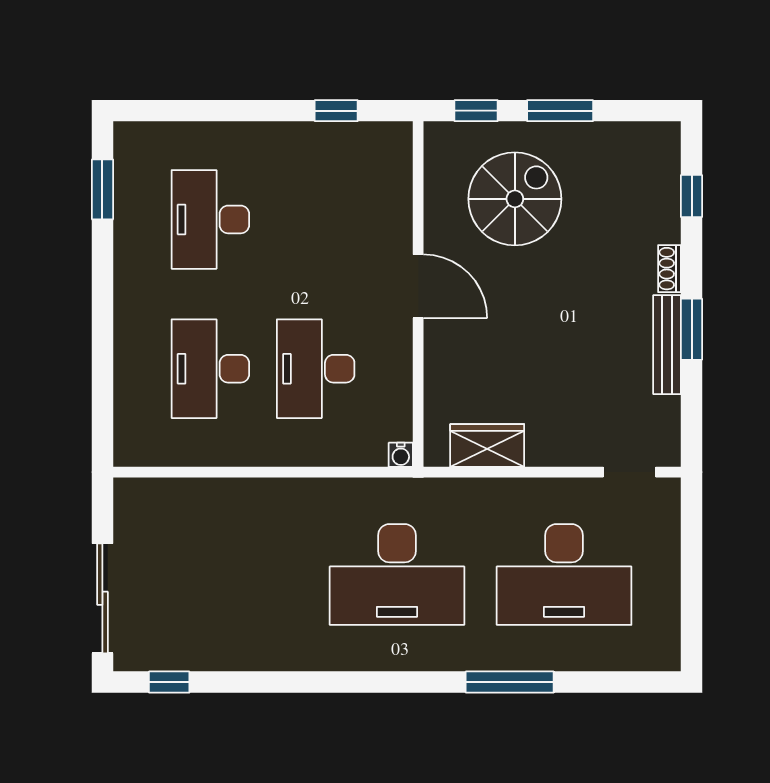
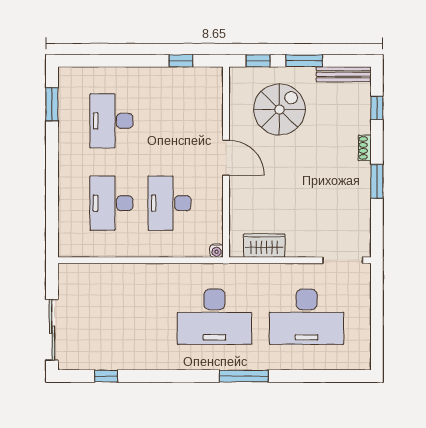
bench: (667, 345) -> (344, 74), moved, turned 90
doorway: (629, 472) -> (343, 260), width x1.38
window: (169, 682) -> (106, 376), moved
window: (510, 682) -> (244, 376), moved

